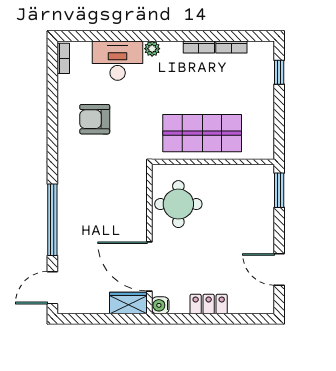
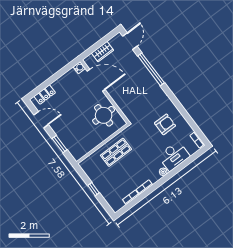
window: (279, 72) -> (93, 189), moved
shop shelf: (202, 133) -> (116, 152), width x0.70, depth x0.74
window: (279, 190) -> (60, 144), moved
wardrobe: (128, 303) -> (103, 52), moved
locker: (209, 304) -> (45, 95), moved

